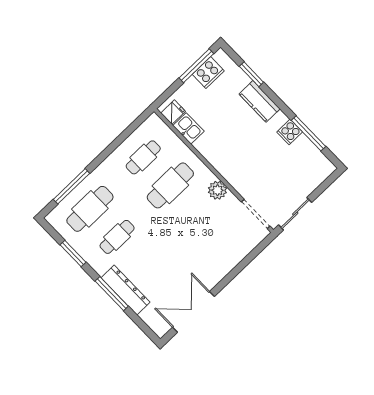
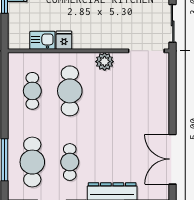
fridge: (173, 112) -> (64, 40), moved

